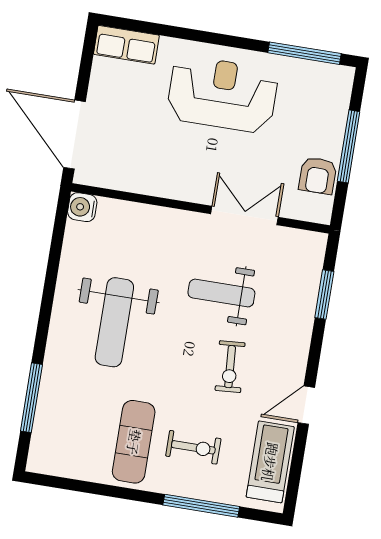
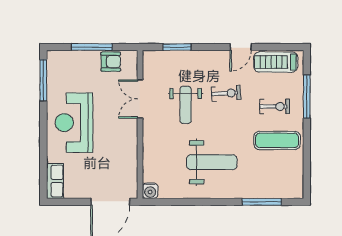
door: (306, 405) -> (241, 47), hinge flipped
exercise bike: (193, 447) -> (275, 106), turned 90

